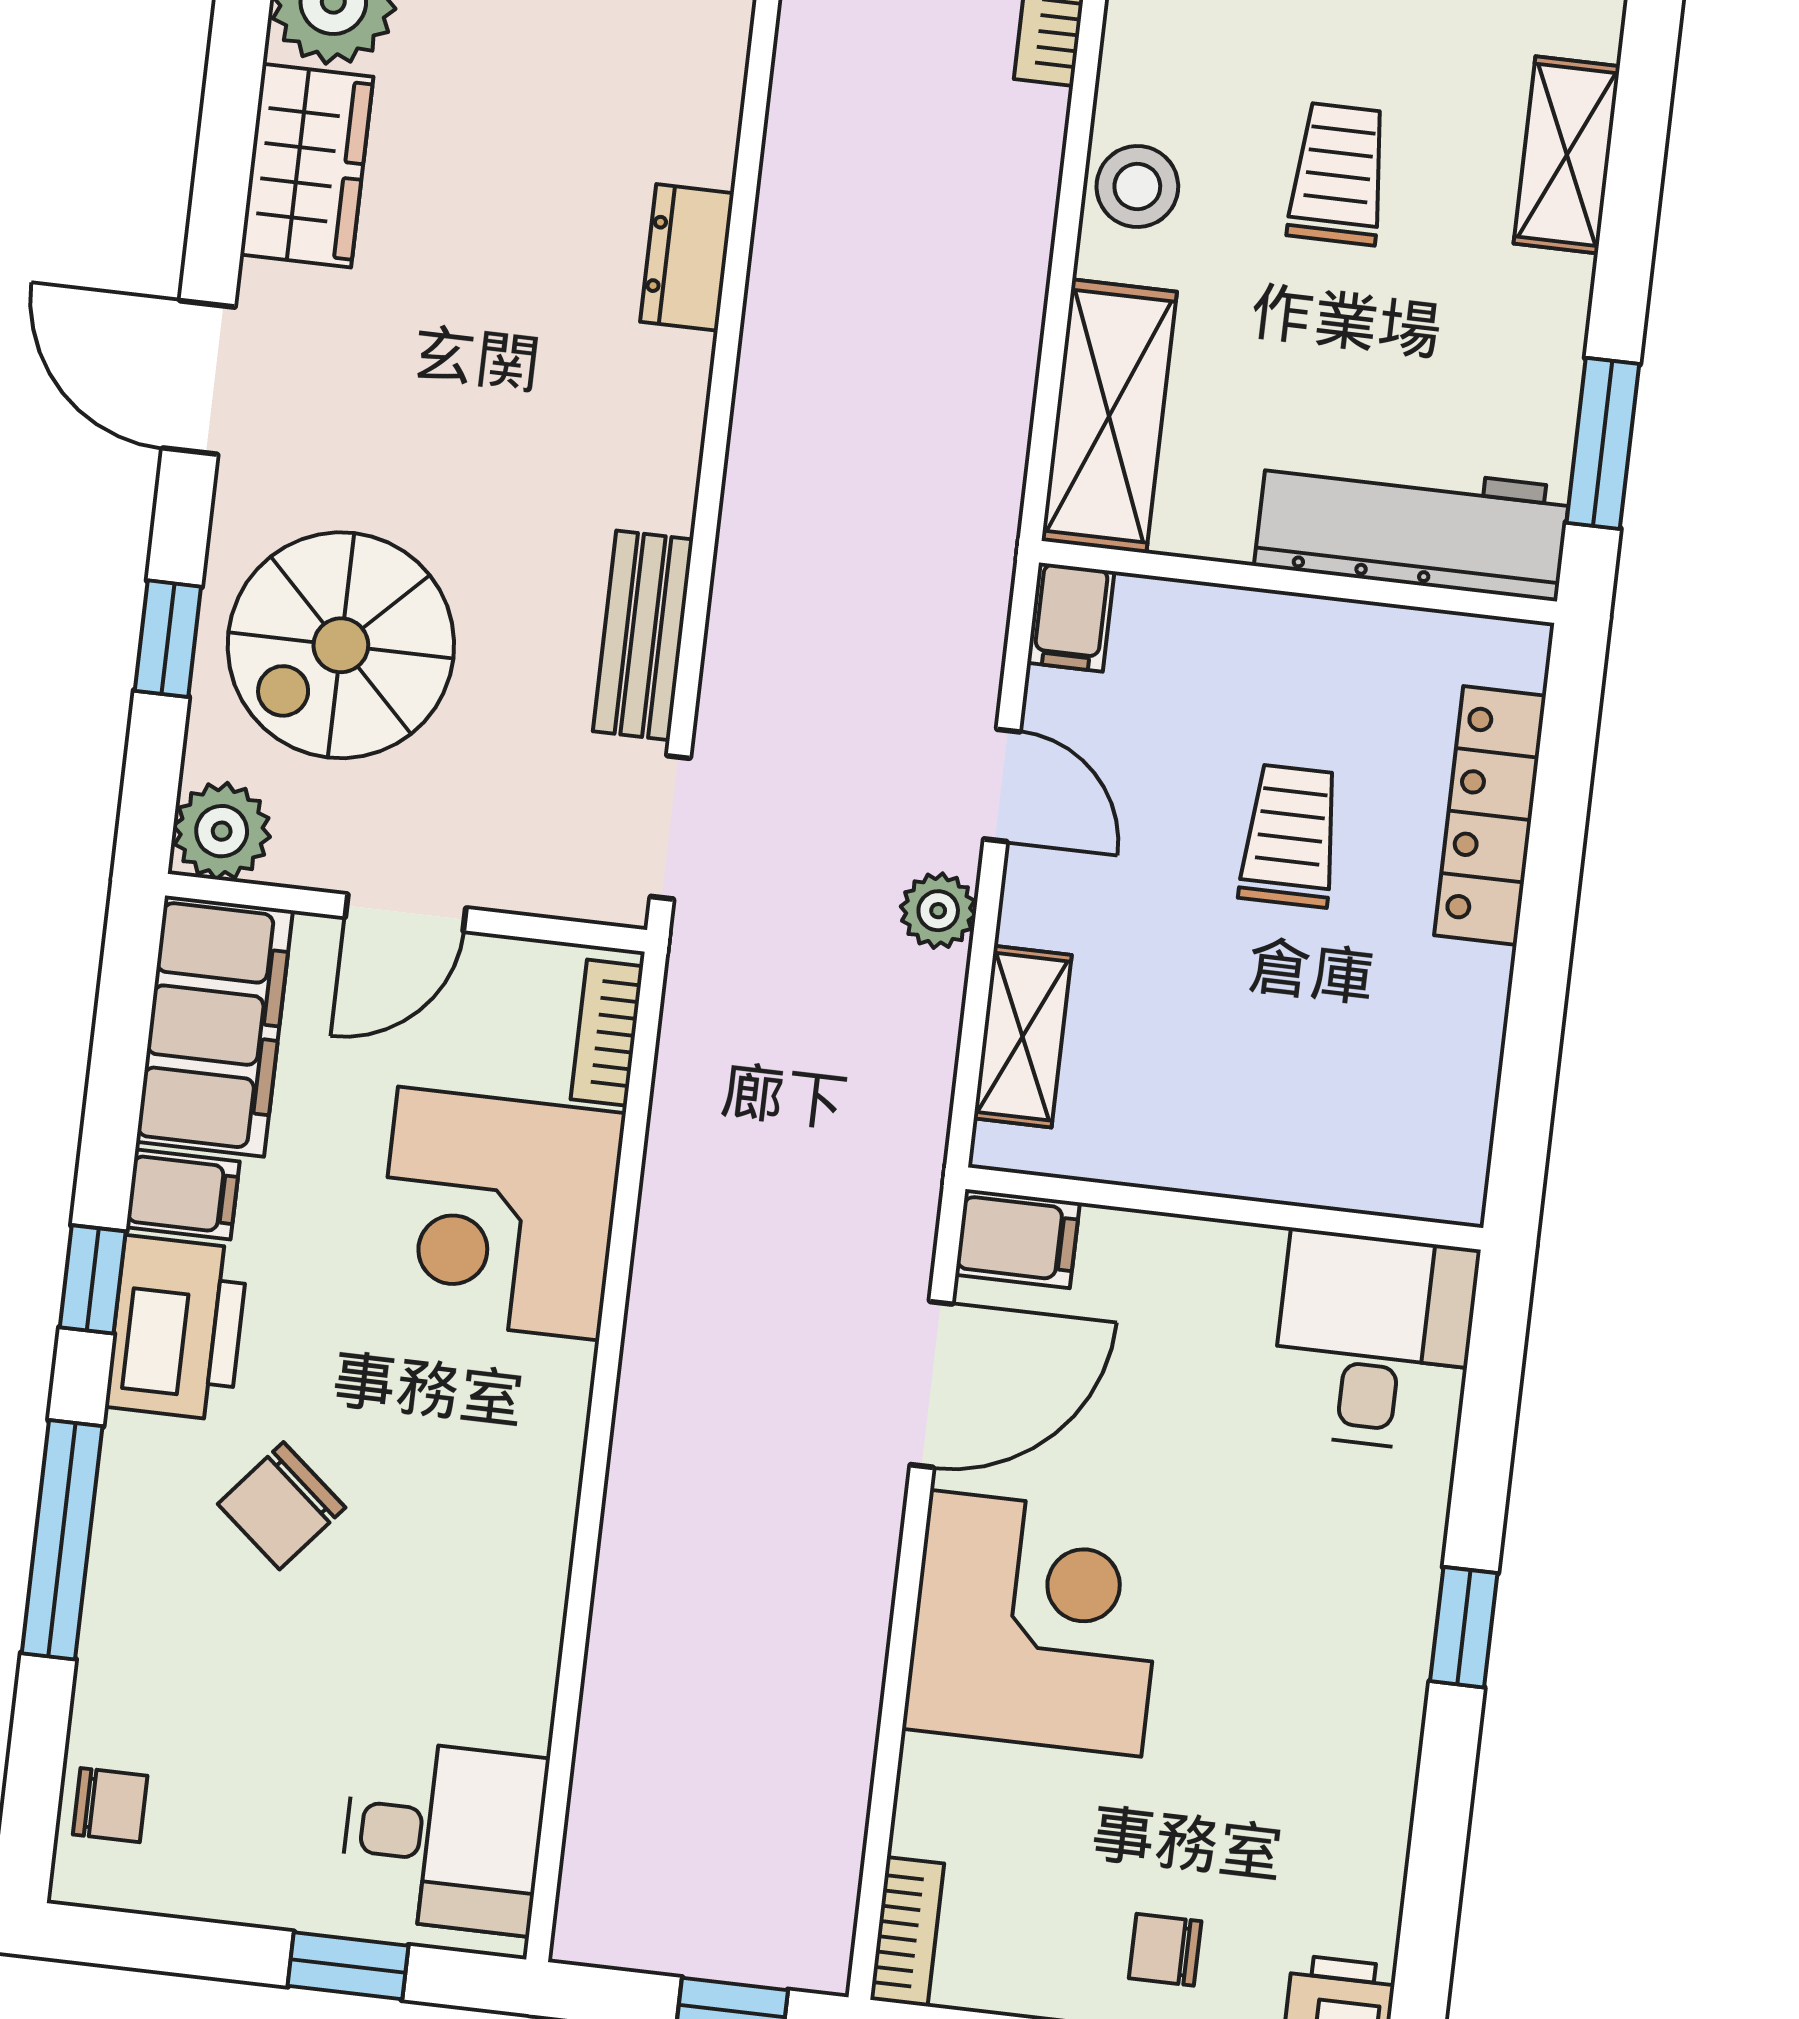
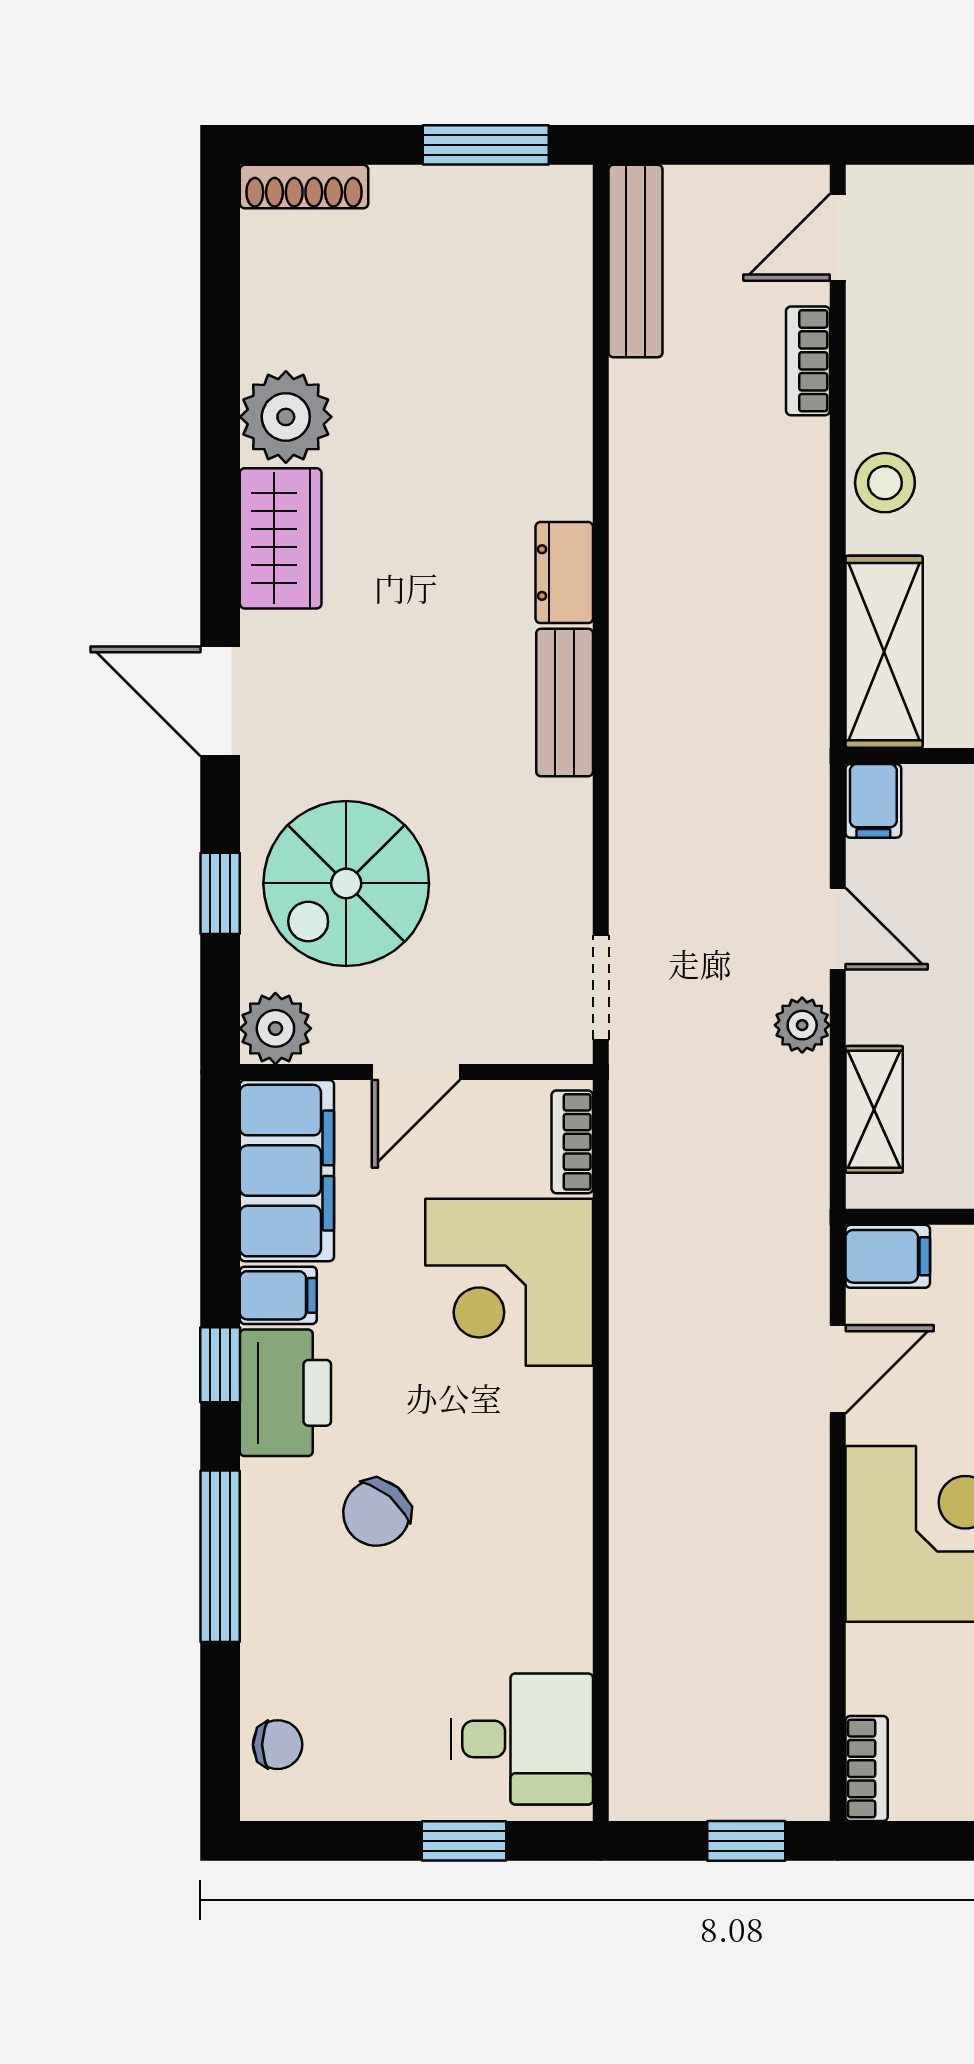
bench: (643, 635) -> (565, 702), moved
door: (931, 1384) -> (838, 1369), width x0.73

